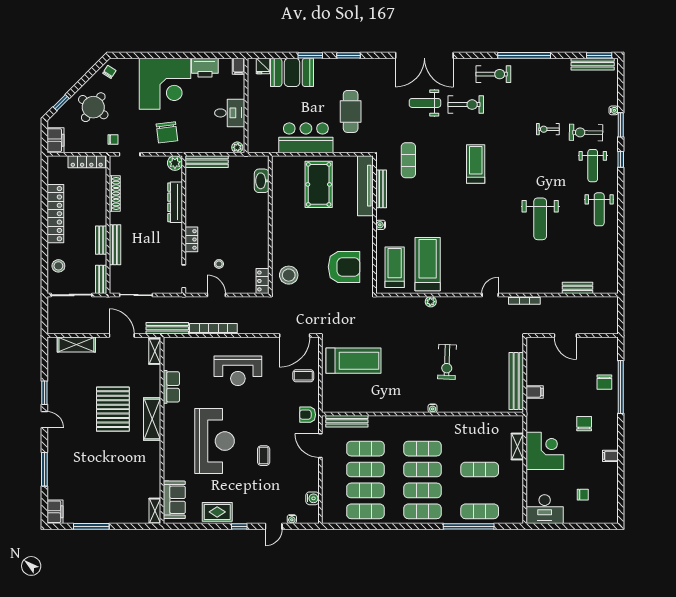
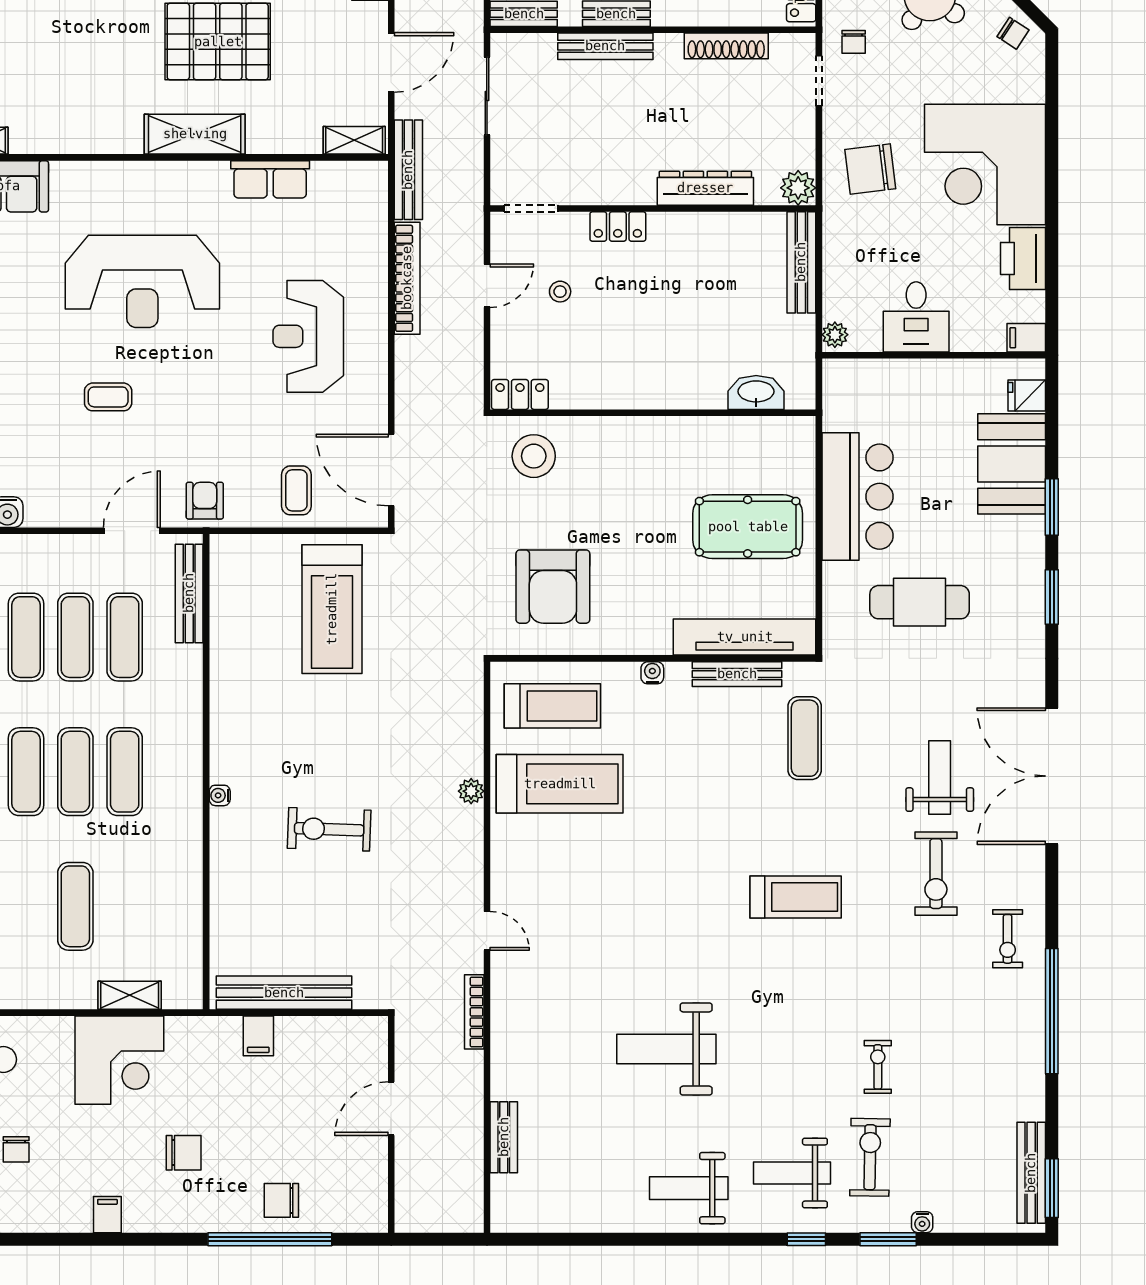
exercise bike: (493, 74) -> (1008, 939), width x0.73, depth x0.72
exercise mat: (408, 160) -> (805, 738), turned 90

